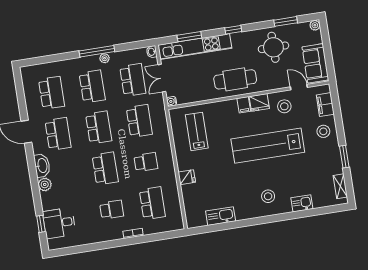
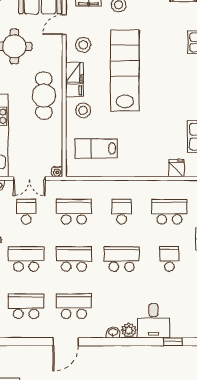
school desk: (133, 80) -> (26, 212), width x0.54
lab bench: (268, 146) -> (125, 70), turned 180
washbasin: (42, 166) -> (113, 333), width x0.52, depth x0.69
fridge: (187, 177) -> (176, 168), moved
stool: (268, 196) -> (83, 110), moved
desk: (59, 223) -> (154, 321), moved

